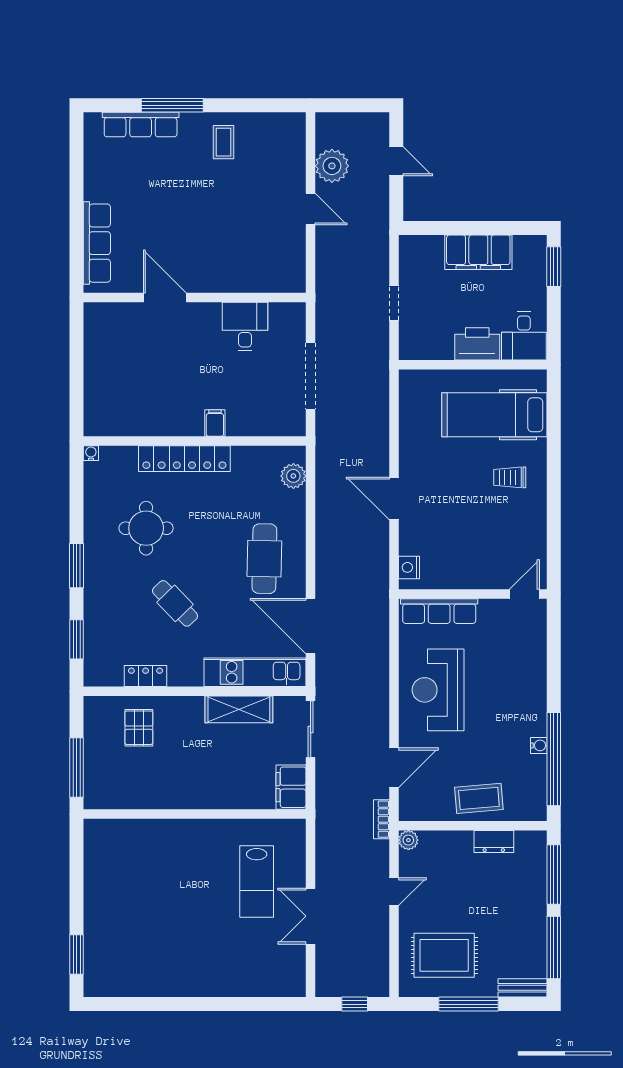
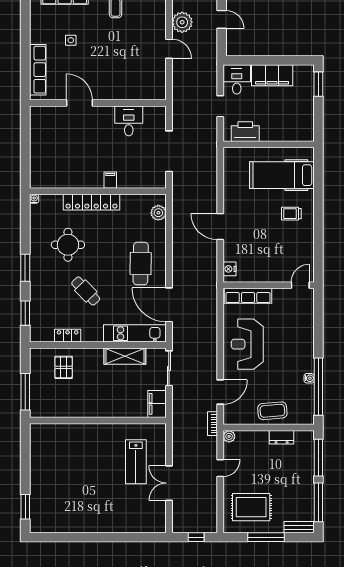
side table: (151, 195) -> (71, 40), added
desk: (524, 336) -> (237, 79), moved, turned 180
printer: (477, 344) -> (245, 132), moved

